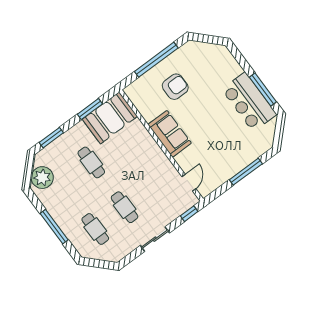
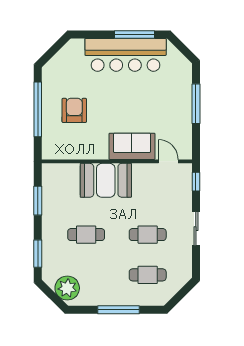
bar counter: (249, 102) -> (126, 55), width x1.36
booth: (110, 118) -> (106, 180), moved, turned 90
sofa: (170, 134) -> (132, 146), moved

